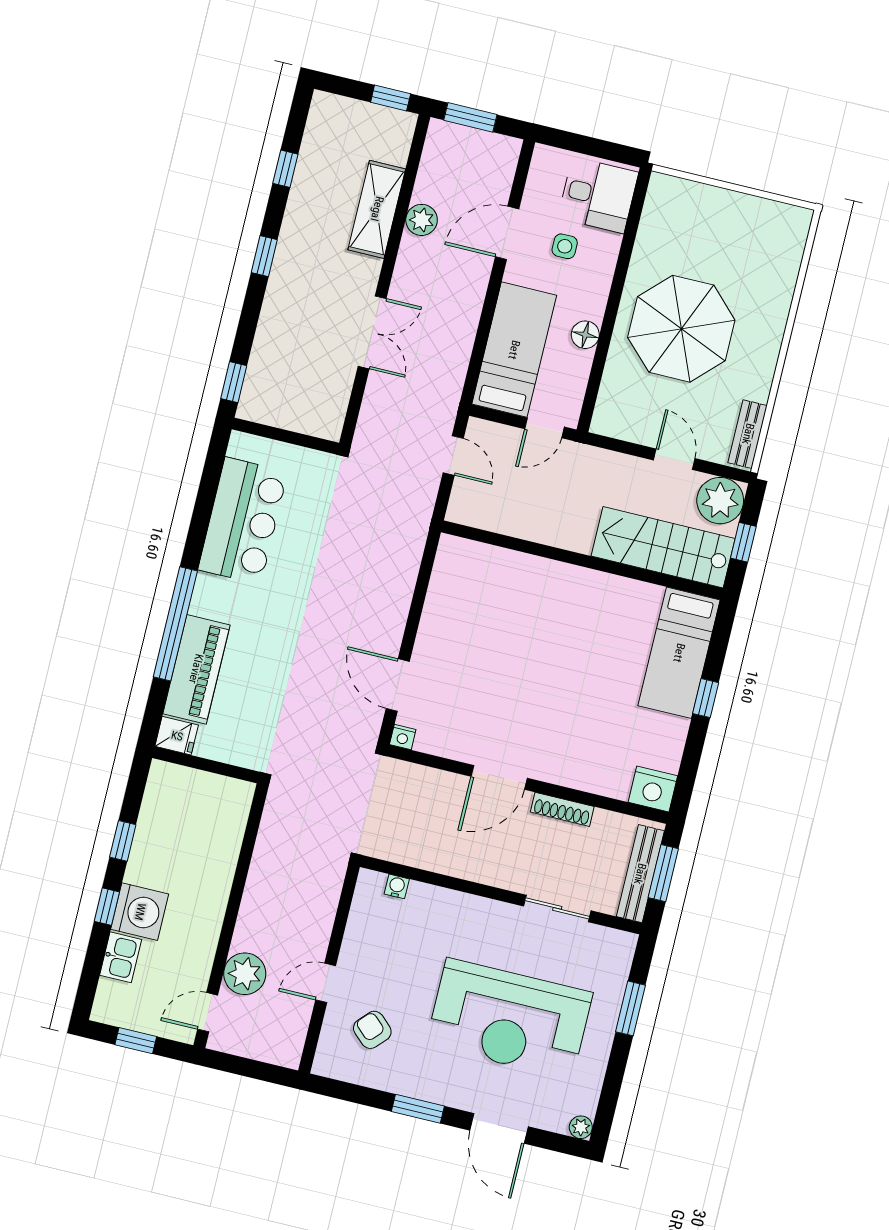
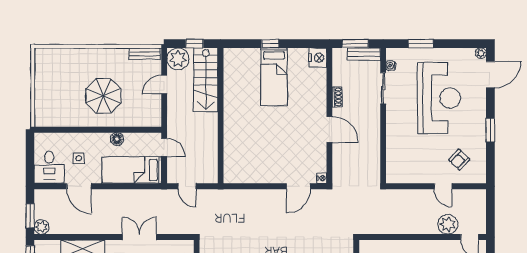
desk: (598, 195) -> (49, 167), moved, turned 180
plant: (422, 220) -> (42, 227), moved
parasol: (681, 329) -> (104, 96), width x0.73, depth x0.73
door: (453, 456) -> (187, 186), swing flipped
bed: (679, 653) -> (274, 77), moved, turned 90
shoe rack: (562, 809) -> (337, 97), width x0.70
bench: (640, 874) -> (364, 54), width x0.73
water cooler: (397, 886) -> (391, 66), moved
door: (499, 1128) -> (490, 75), moved

